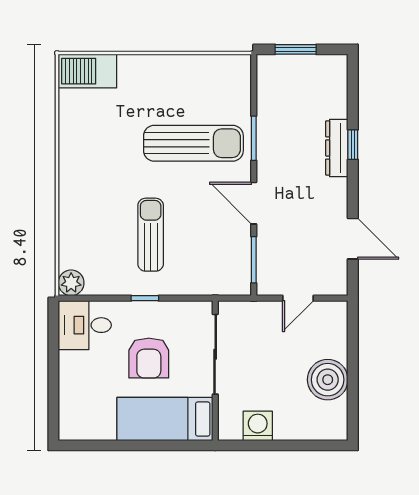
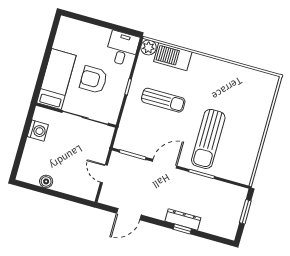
barbecue: (87, 71) -> (173, 57), moved, turned -90
boiler: (328, 380) -> (46, 181), width x0.54, depth x0.54

